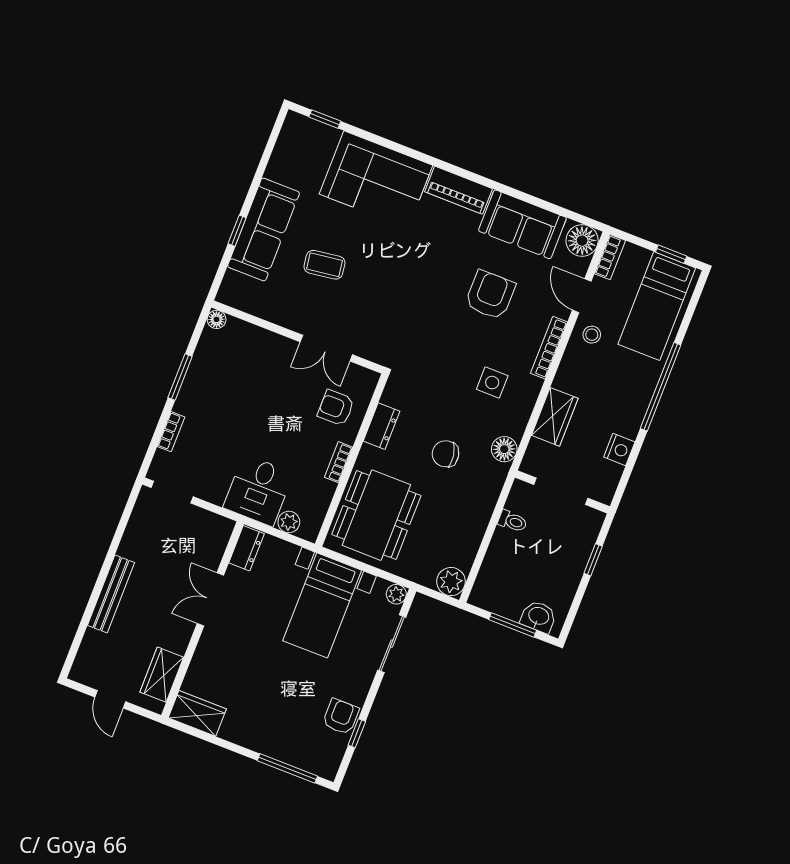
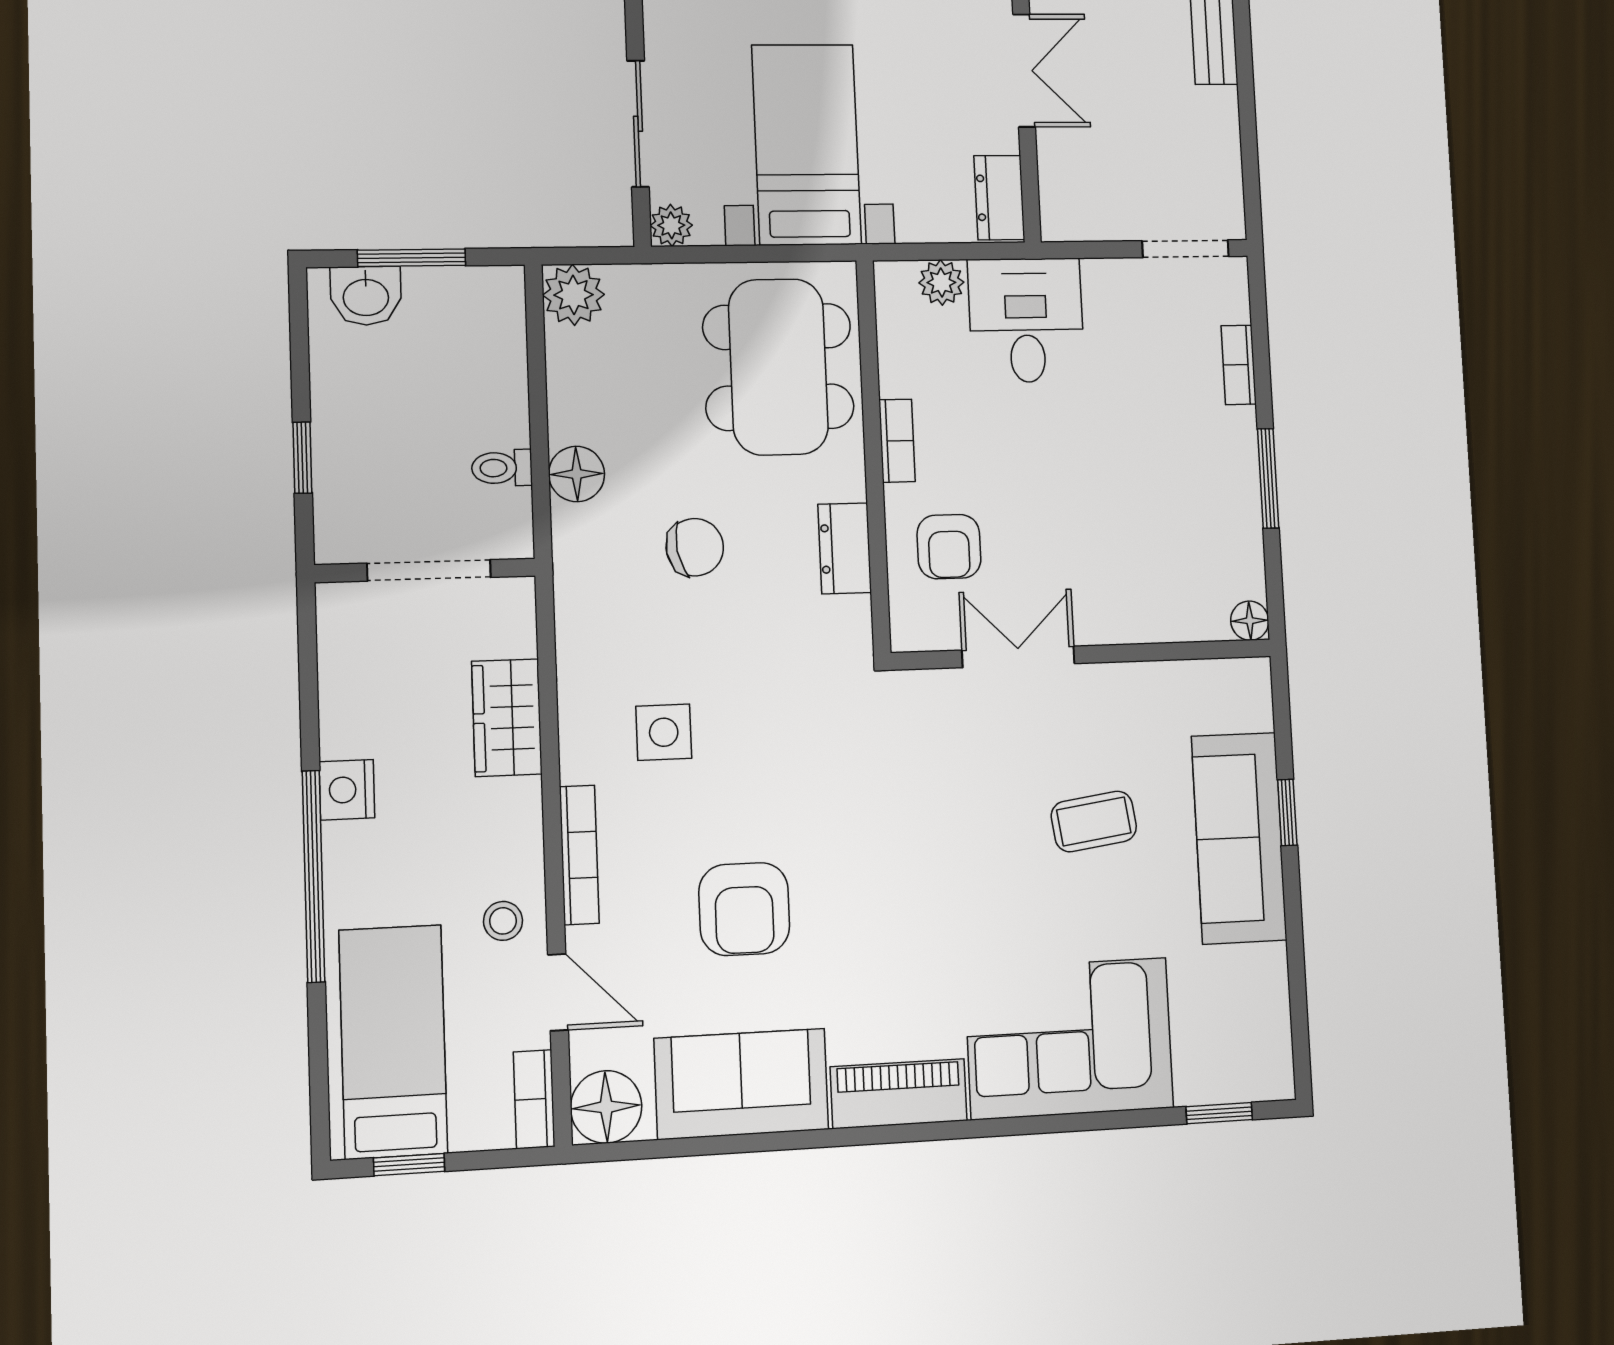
armchair: (336, 408) -> (949, 547), turned 90
floor lamp: (504, 449) -> (577, 474), moved
nightstand: (619, 450) -> (347, 790), moved

